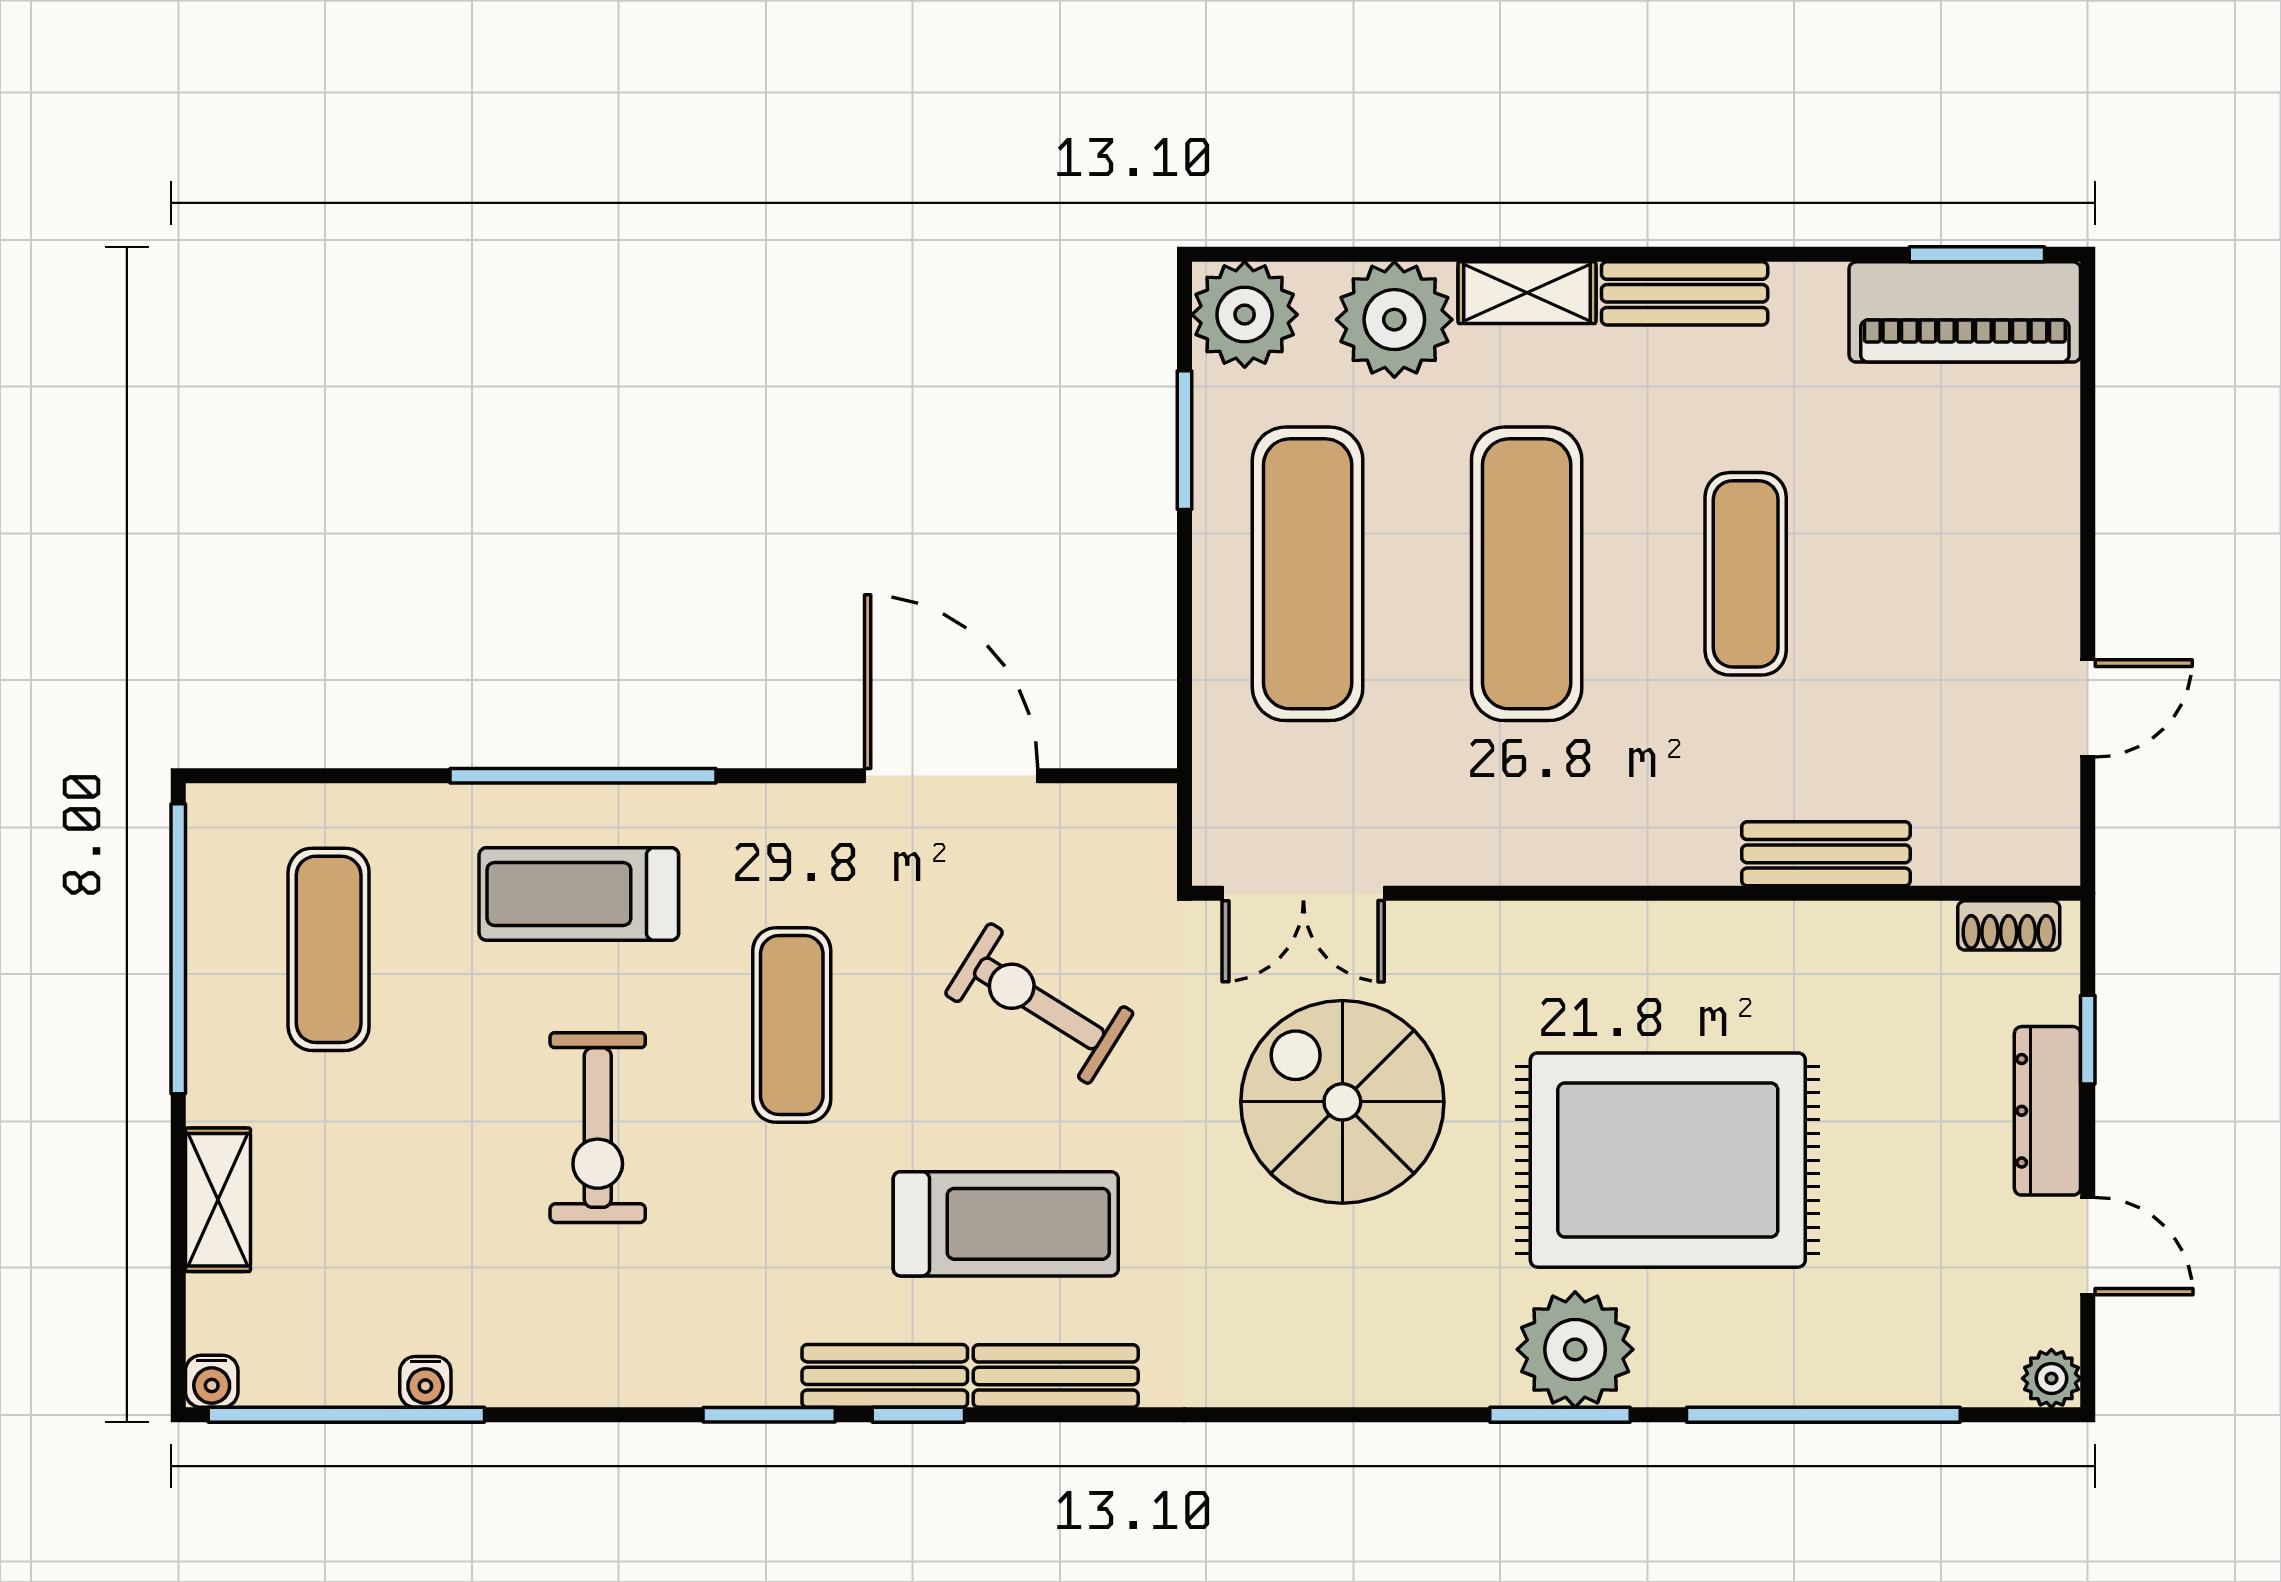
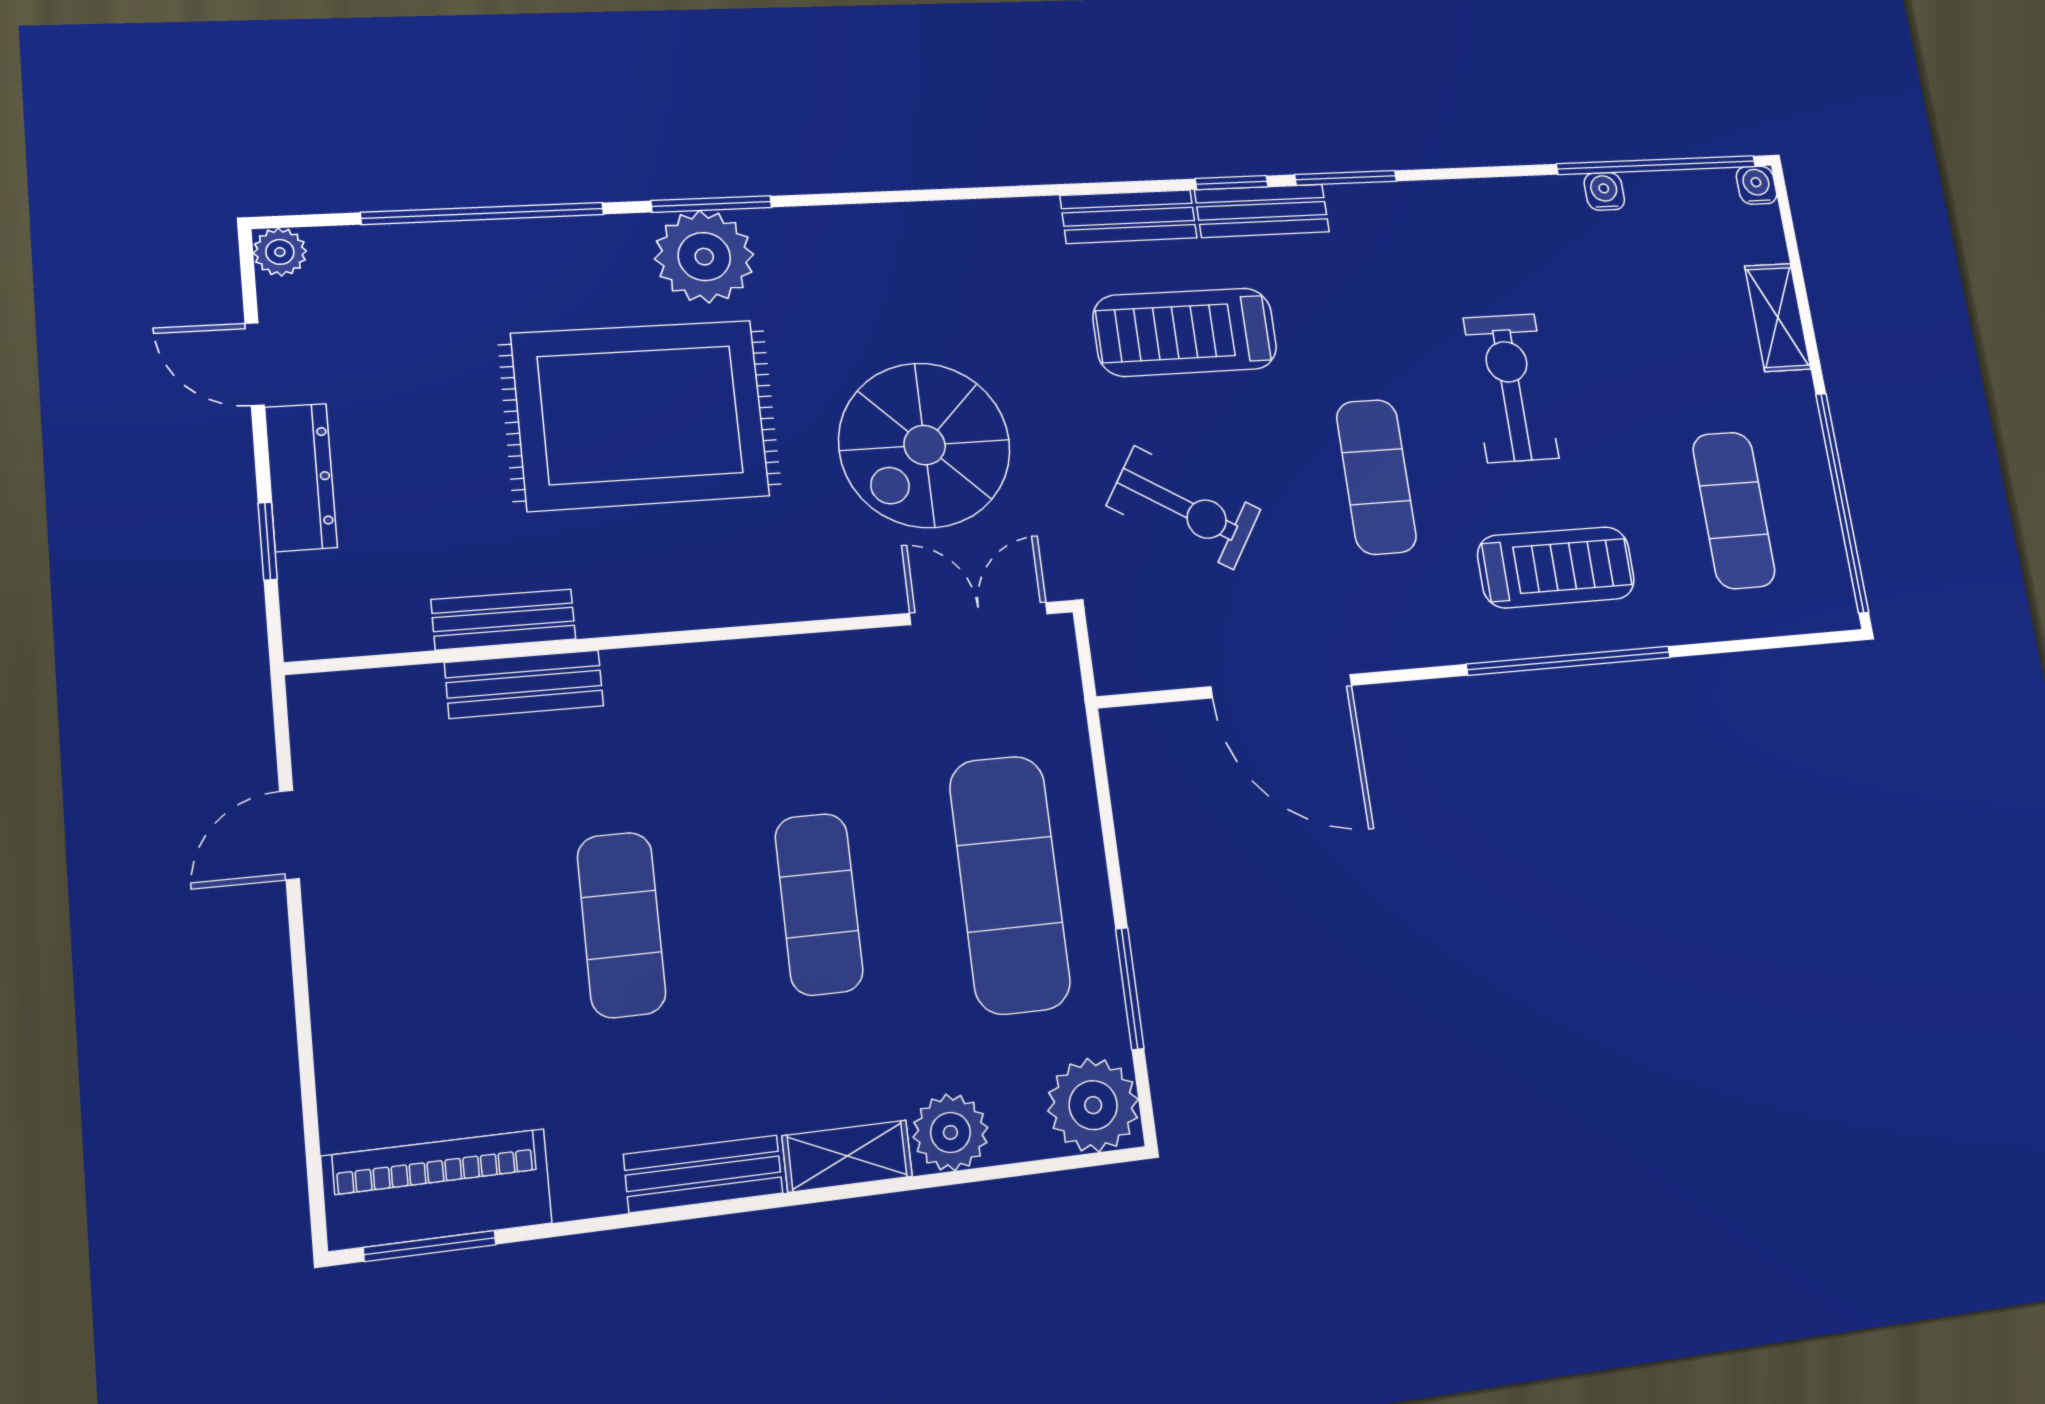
plant: (1394, 320) -> (950, 1132), width x0.73, depth x0.73
exercise mat: (1527, 574) -> (819, 904), width x0.73, depth x0.69
shoe rack: (2009, 925) -> (350, 635), removed
bench: (1842, 930) -> (504, 619), added
spiral stairs: (1342, 1102) -> (925, 445), turned 90

